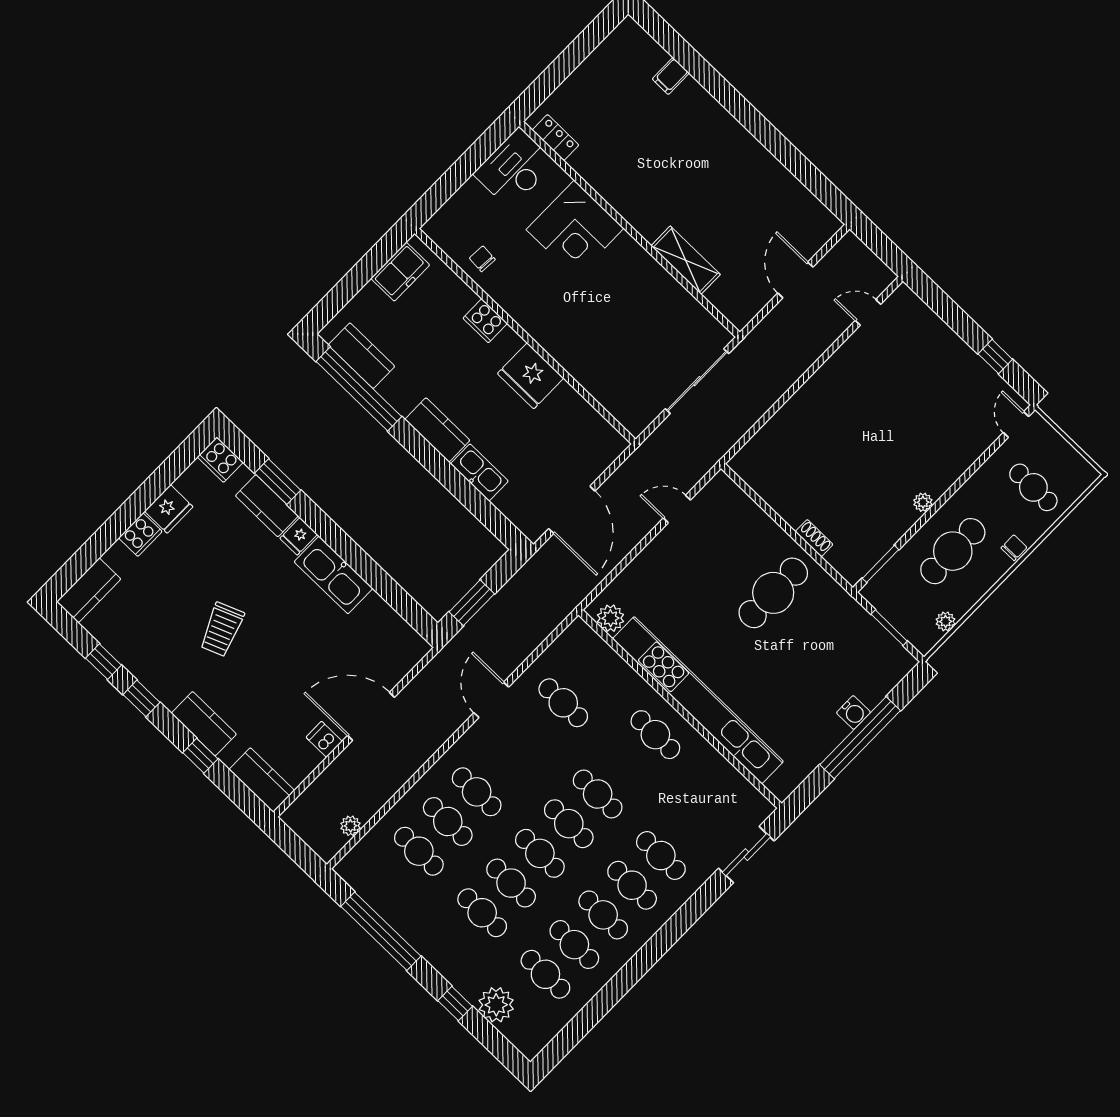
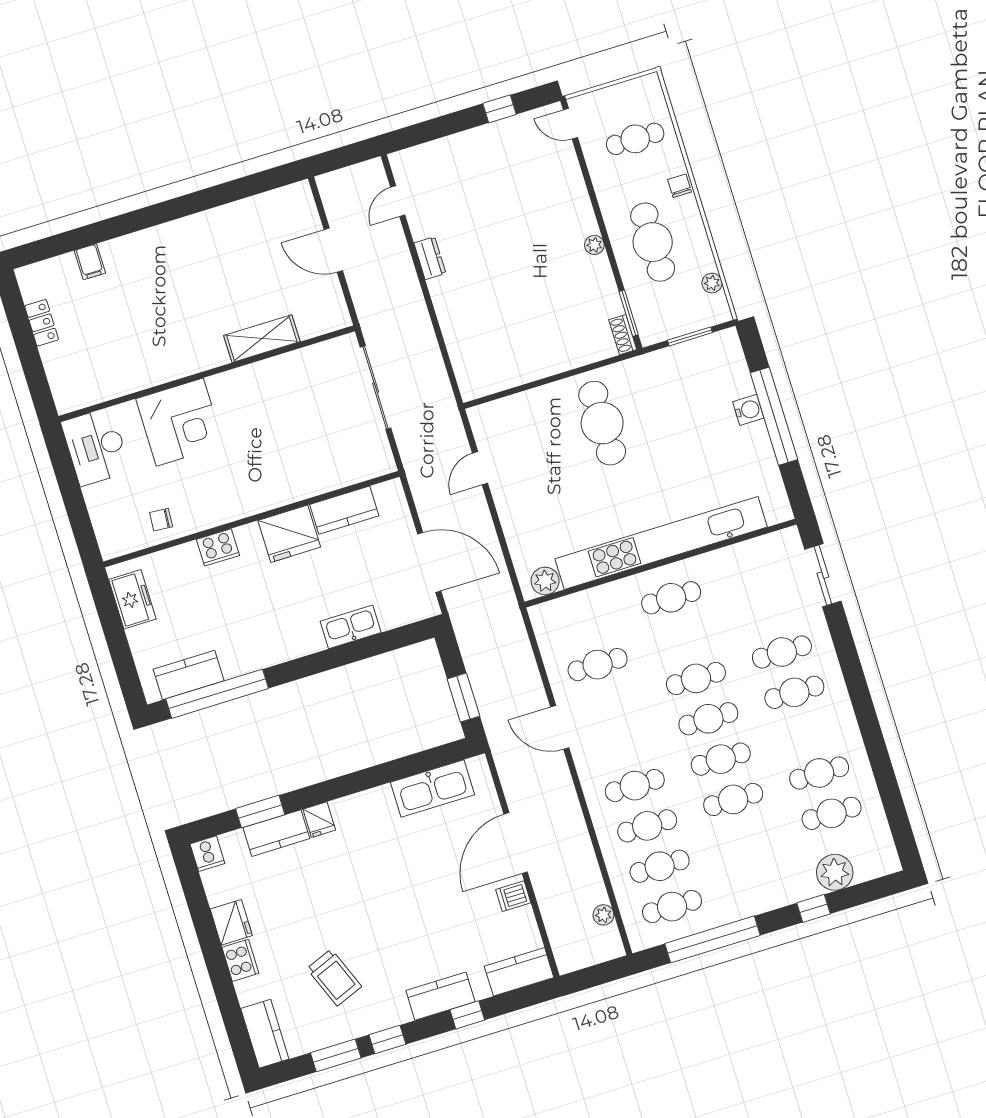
locker: (555, 138) -> (42, 323), moved, turned 90
dresser: (834, 367) -> (430, 258), added
kitchen counter: (437, 430) -> (344, 510), moved, turned 180
cooker: (220, 460) -> (207, 854), width x0.73
shoe rack: (814, 538) -> (623, 335), moved, turned -90
kitchen sink: (333, 575) -> (433, 788), moved
trolley: (222, 629) -> (334, 978), moved
window: (103, 662) -> (336, 1055), width x1.50
cafe table: (482, 913) -> (672, 907), moved
cafe table: (603, 915) -> (807, 733), removed

